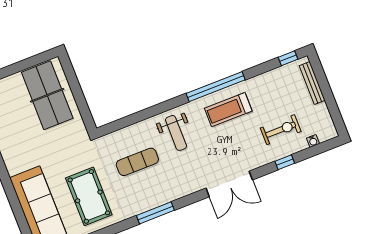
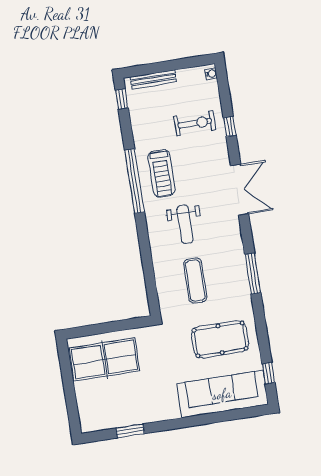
exercise bike: (281, 130) -> (195, 123), turned 90
weight bench: (176, 133) -> (185, 224), moved, turned 90
water cooler: (313, 141) -> (211, 74), moved

